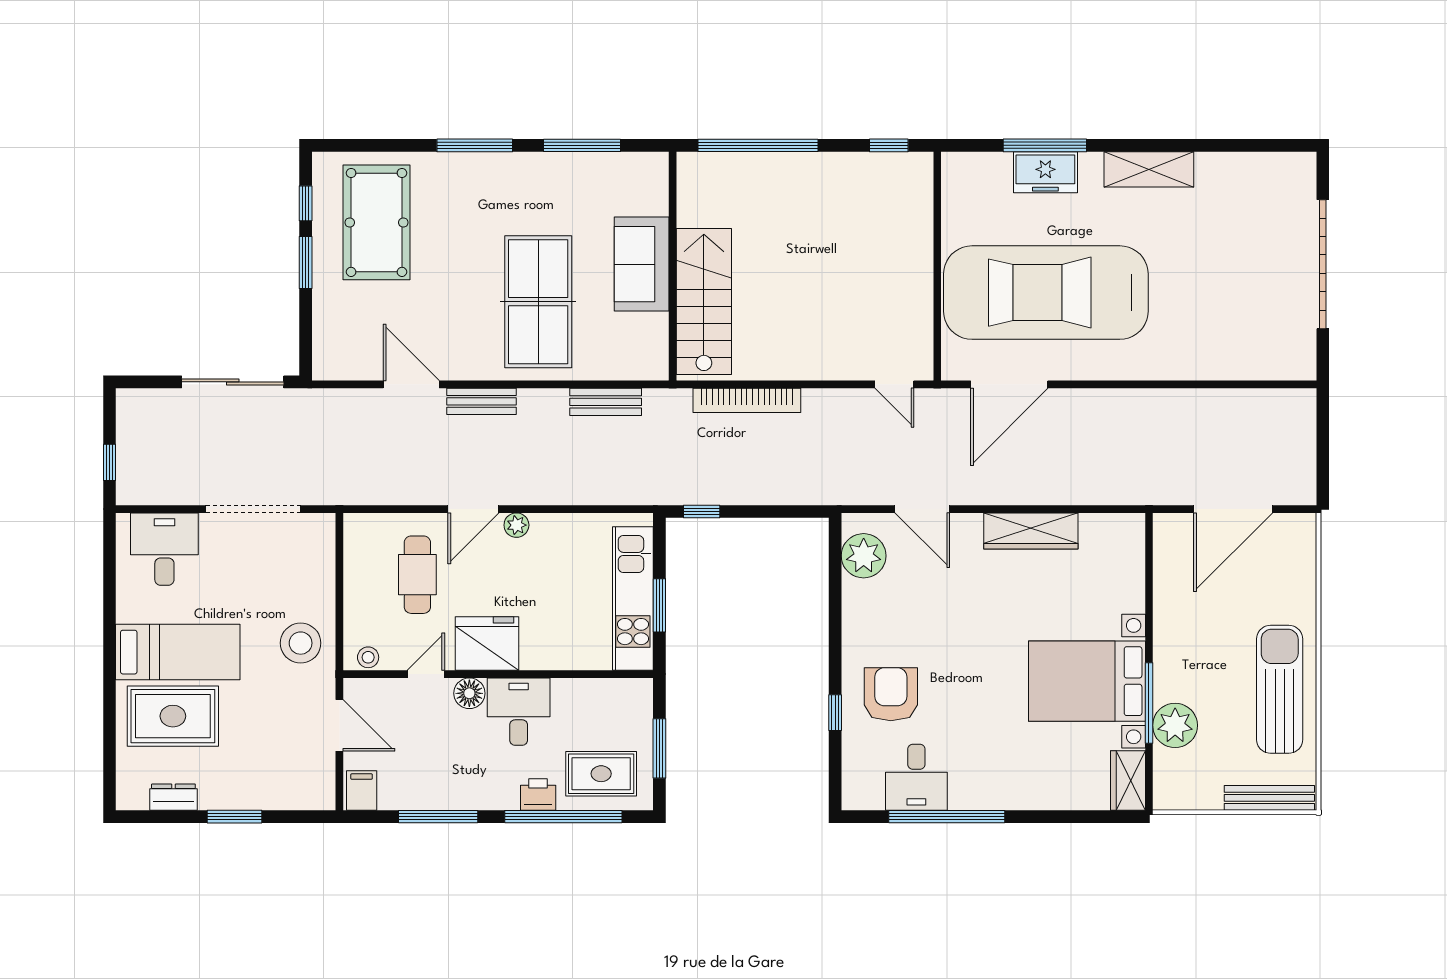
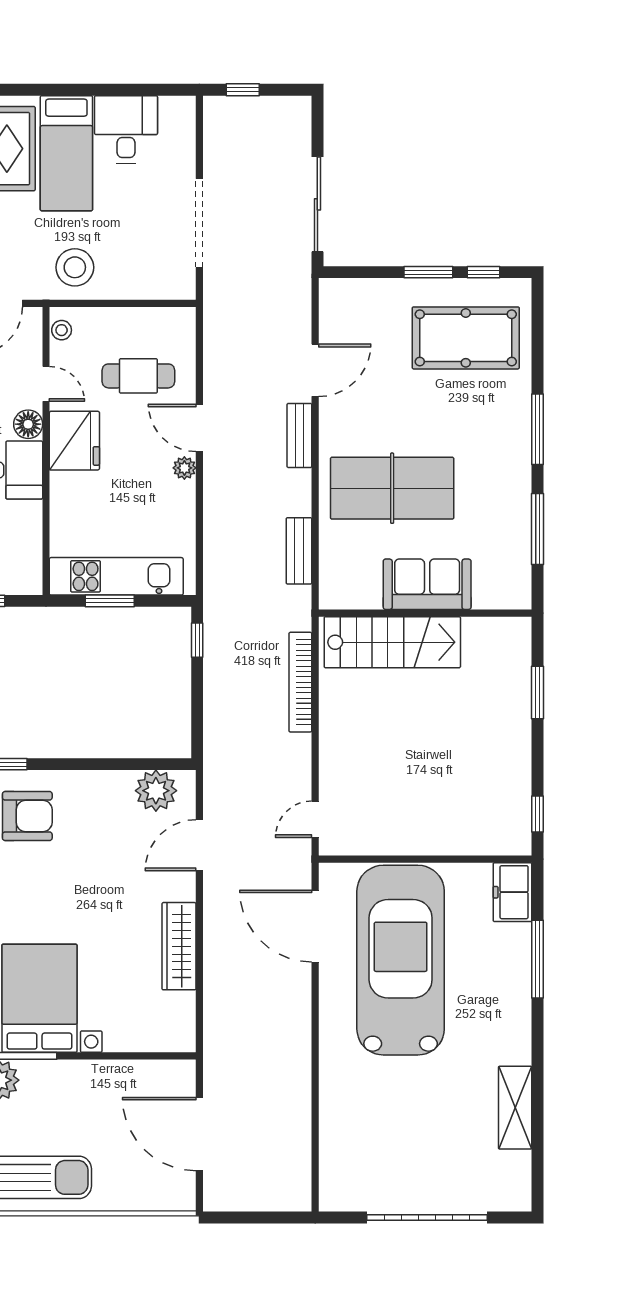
window: (758, 145) -> (537, 693), width x0.47
shelving: (1149, 169) -> (515, 1108), moved
freezer: (1045, 172) -> (512, 892), moved
desk: (164, 549) -> (126, 129), moved, turned -90

